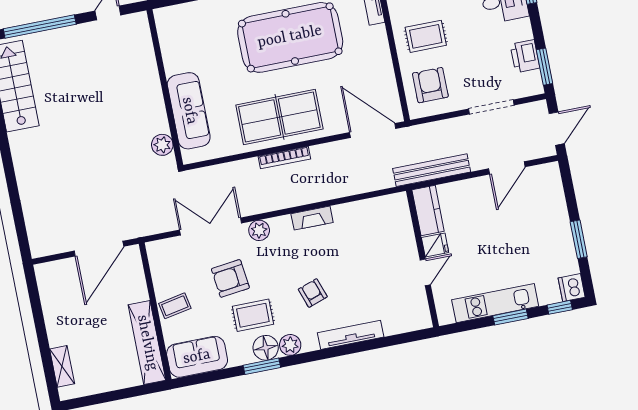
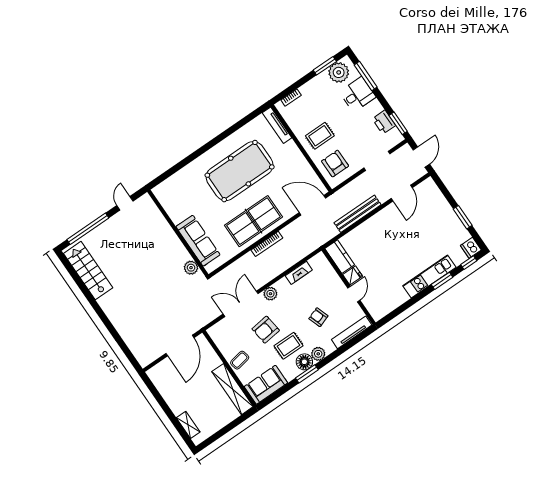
kitchen counter: (428, 211) -> (340, 257), moved
fridge: (435, 245) -> (353, 275), moved
wall: (423, 259) -> (349, 287), moved
door: (425, 272) -> (354, 294), moved

